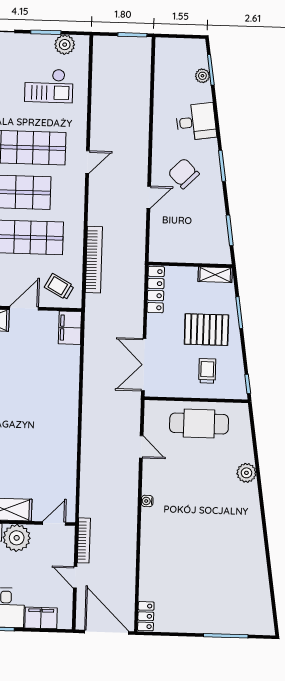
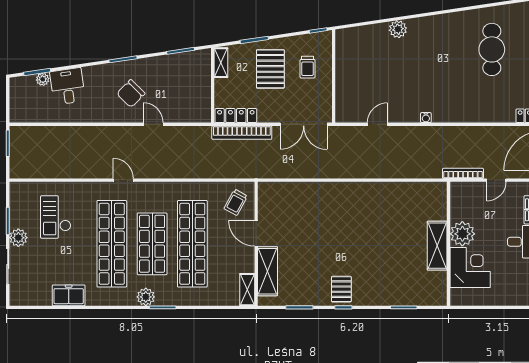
plant: (65, 45) -> (18, 238), moved
checkout: (49, 86) -> (56, 217), turned 180
desk: (196, 122) -> (67, 86), moved
bookcase: (94, 260) -> (242, 133), moved, turned 180
filing cabinet: (70, 328) -> (272, 192), removed
trolley: (207, 371) -> (308, 67), turned -90
cafe table: (199, 423) -> (492, 49), moved
door: (54, 523) -> (449, 201), removed

